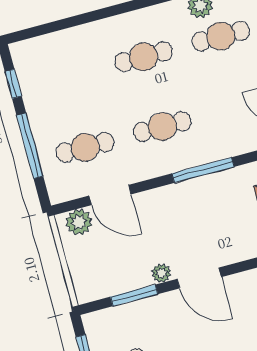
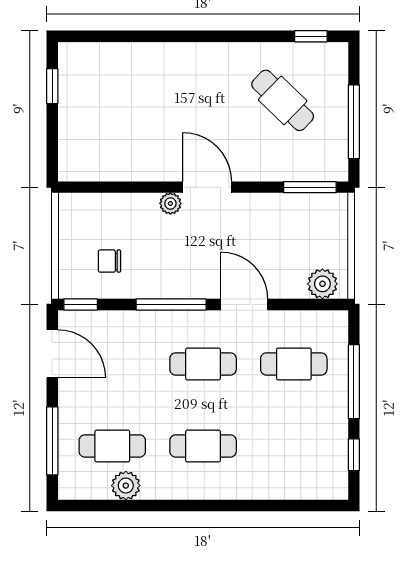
door: (110, 195) -> (244, 304), moved
plant: (161, 273) -> (170, 203), moved
window: (134, 295) -> (310, 187), moved

